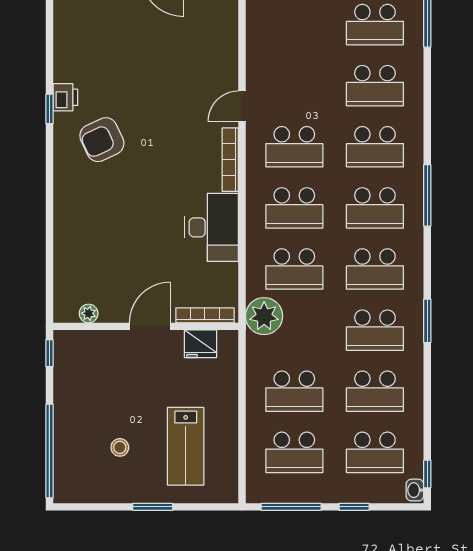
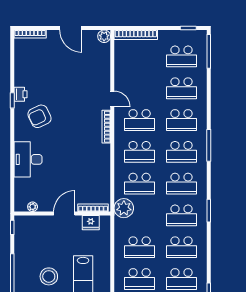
door: (242, 106) -> (112, 99), swing flipped
desk: (212, 227) -> (28, 159), moved, turned 180
stool: (120, 447) -> (49, 276), width x1.89, depth x1.89

